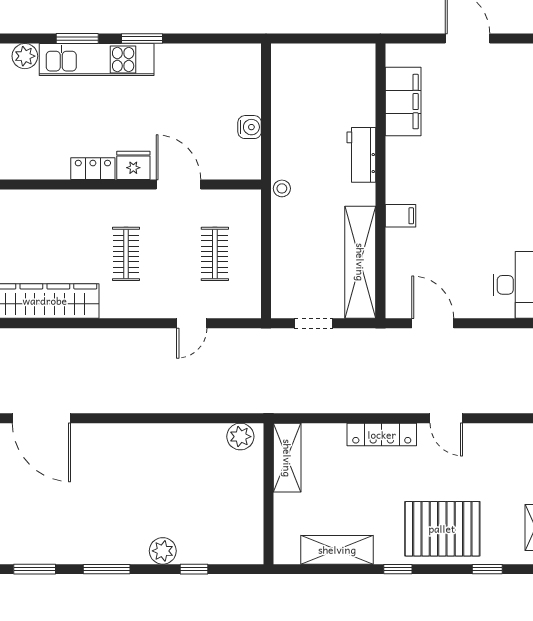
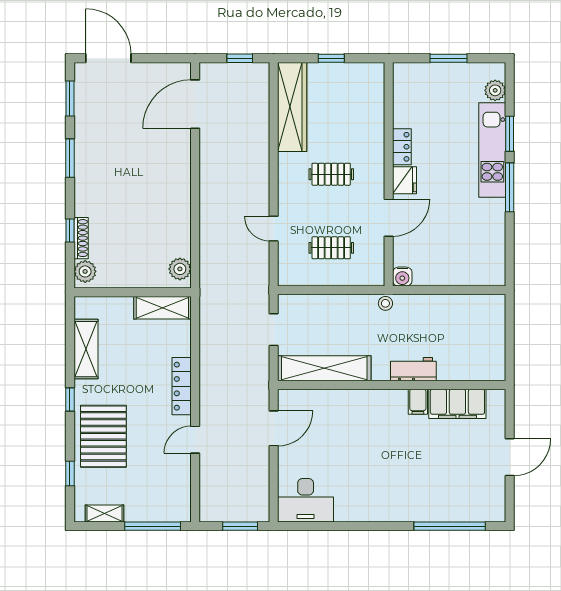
window: (142, 39) -> (510, 187), width x1.44
water cooler: (250, 127) -> (402, 277), moved
filing cabinet: (400, 216) -> (418, 402), moved
plant: (163, 551) -> (85, 271), moved
shoe rack: (203, 556) -> (81, 238), added

